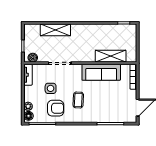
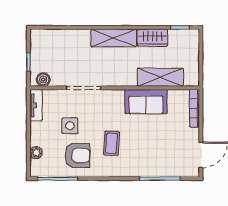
shelving: (55, 30) -> (114, 38), moved
wardrobe: (105, 30) -> (152, 38), added
sofa: (101, 72) -> (146, 102), width x0.73
floor lamp: (29, 116) -> (37, 167), removed

